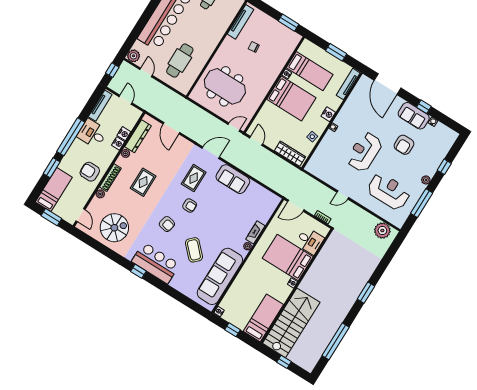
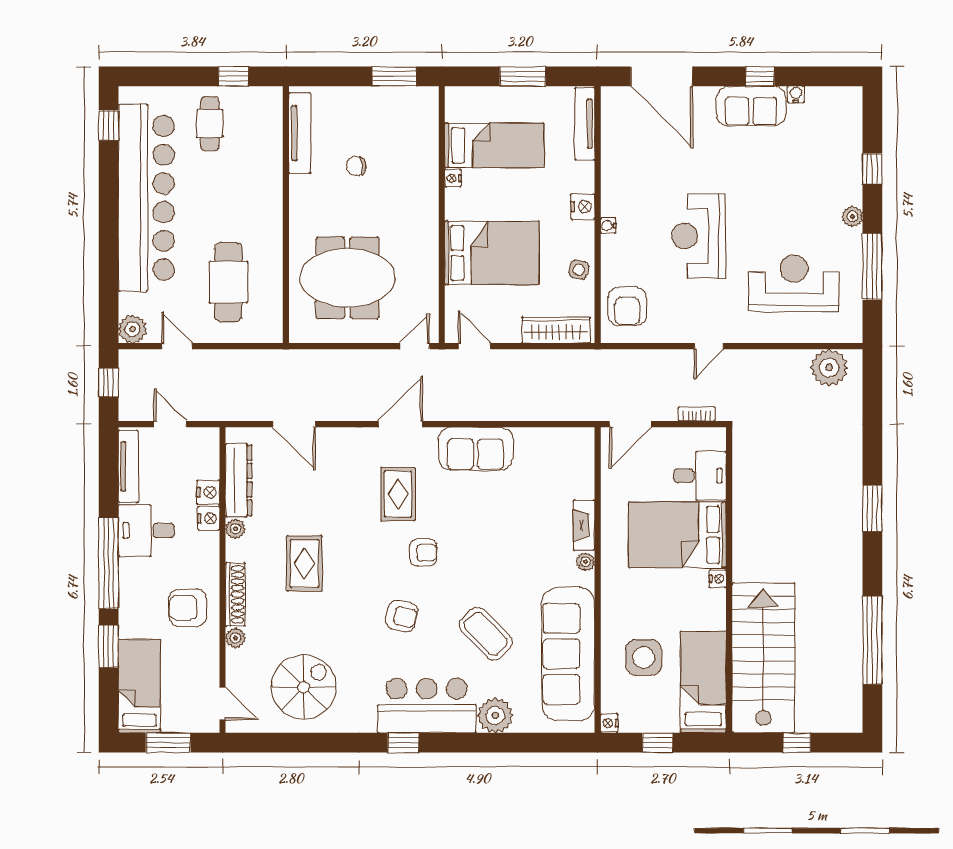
bed: (291, 99) -> (492, 253), moved
armchair: (404, 145) -> (627, 306), moved
plant: (179, 282) -> (495, 715), added
side table: (247, 295) -> (644, 657), added

